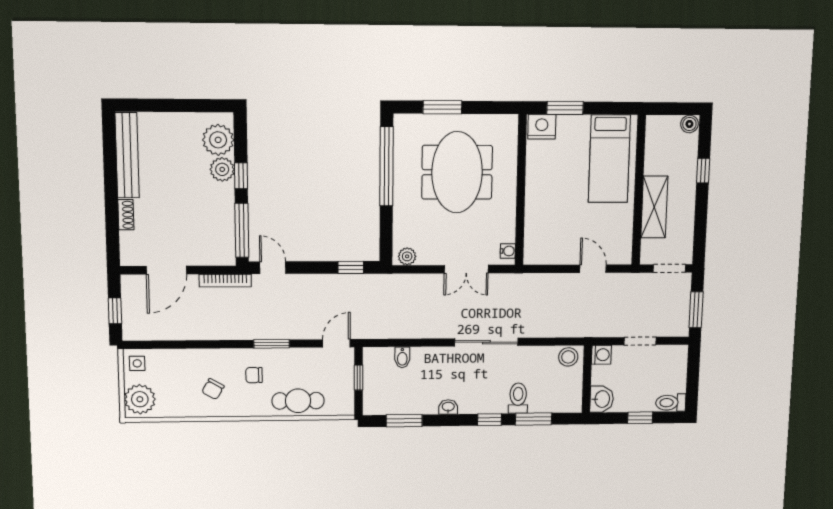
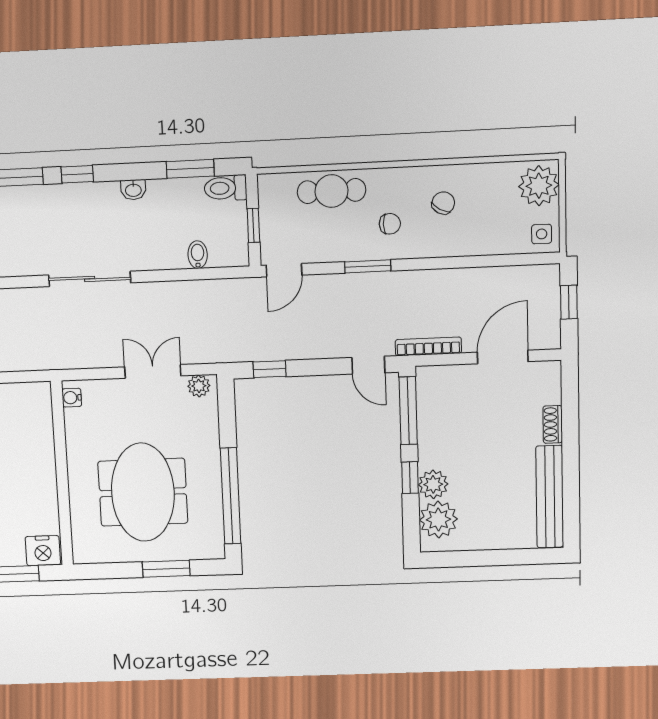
double door: (466, 269) -> (153, 371), moved
toilet: (518, 398) -> (225, 188), moved, turned 90

